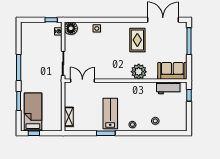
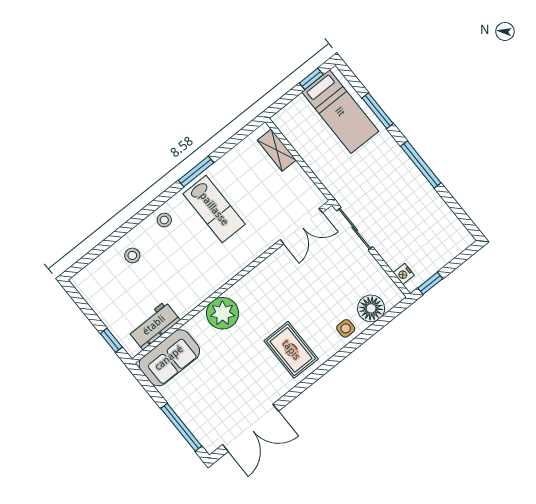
floor lamp: (71, 28) -> (371, 308), moved
rug: (137, 40) -> (291, 350), moved

